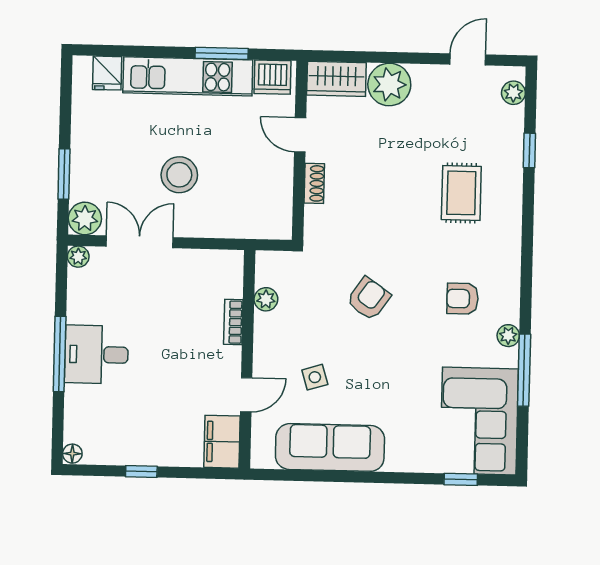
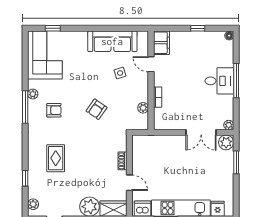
stool: (179, 175) -> (184, 163), removed
window: (524, 370) -> (25, 107), moved
door: (246, 395) -> (151, 64), hinge flipped

